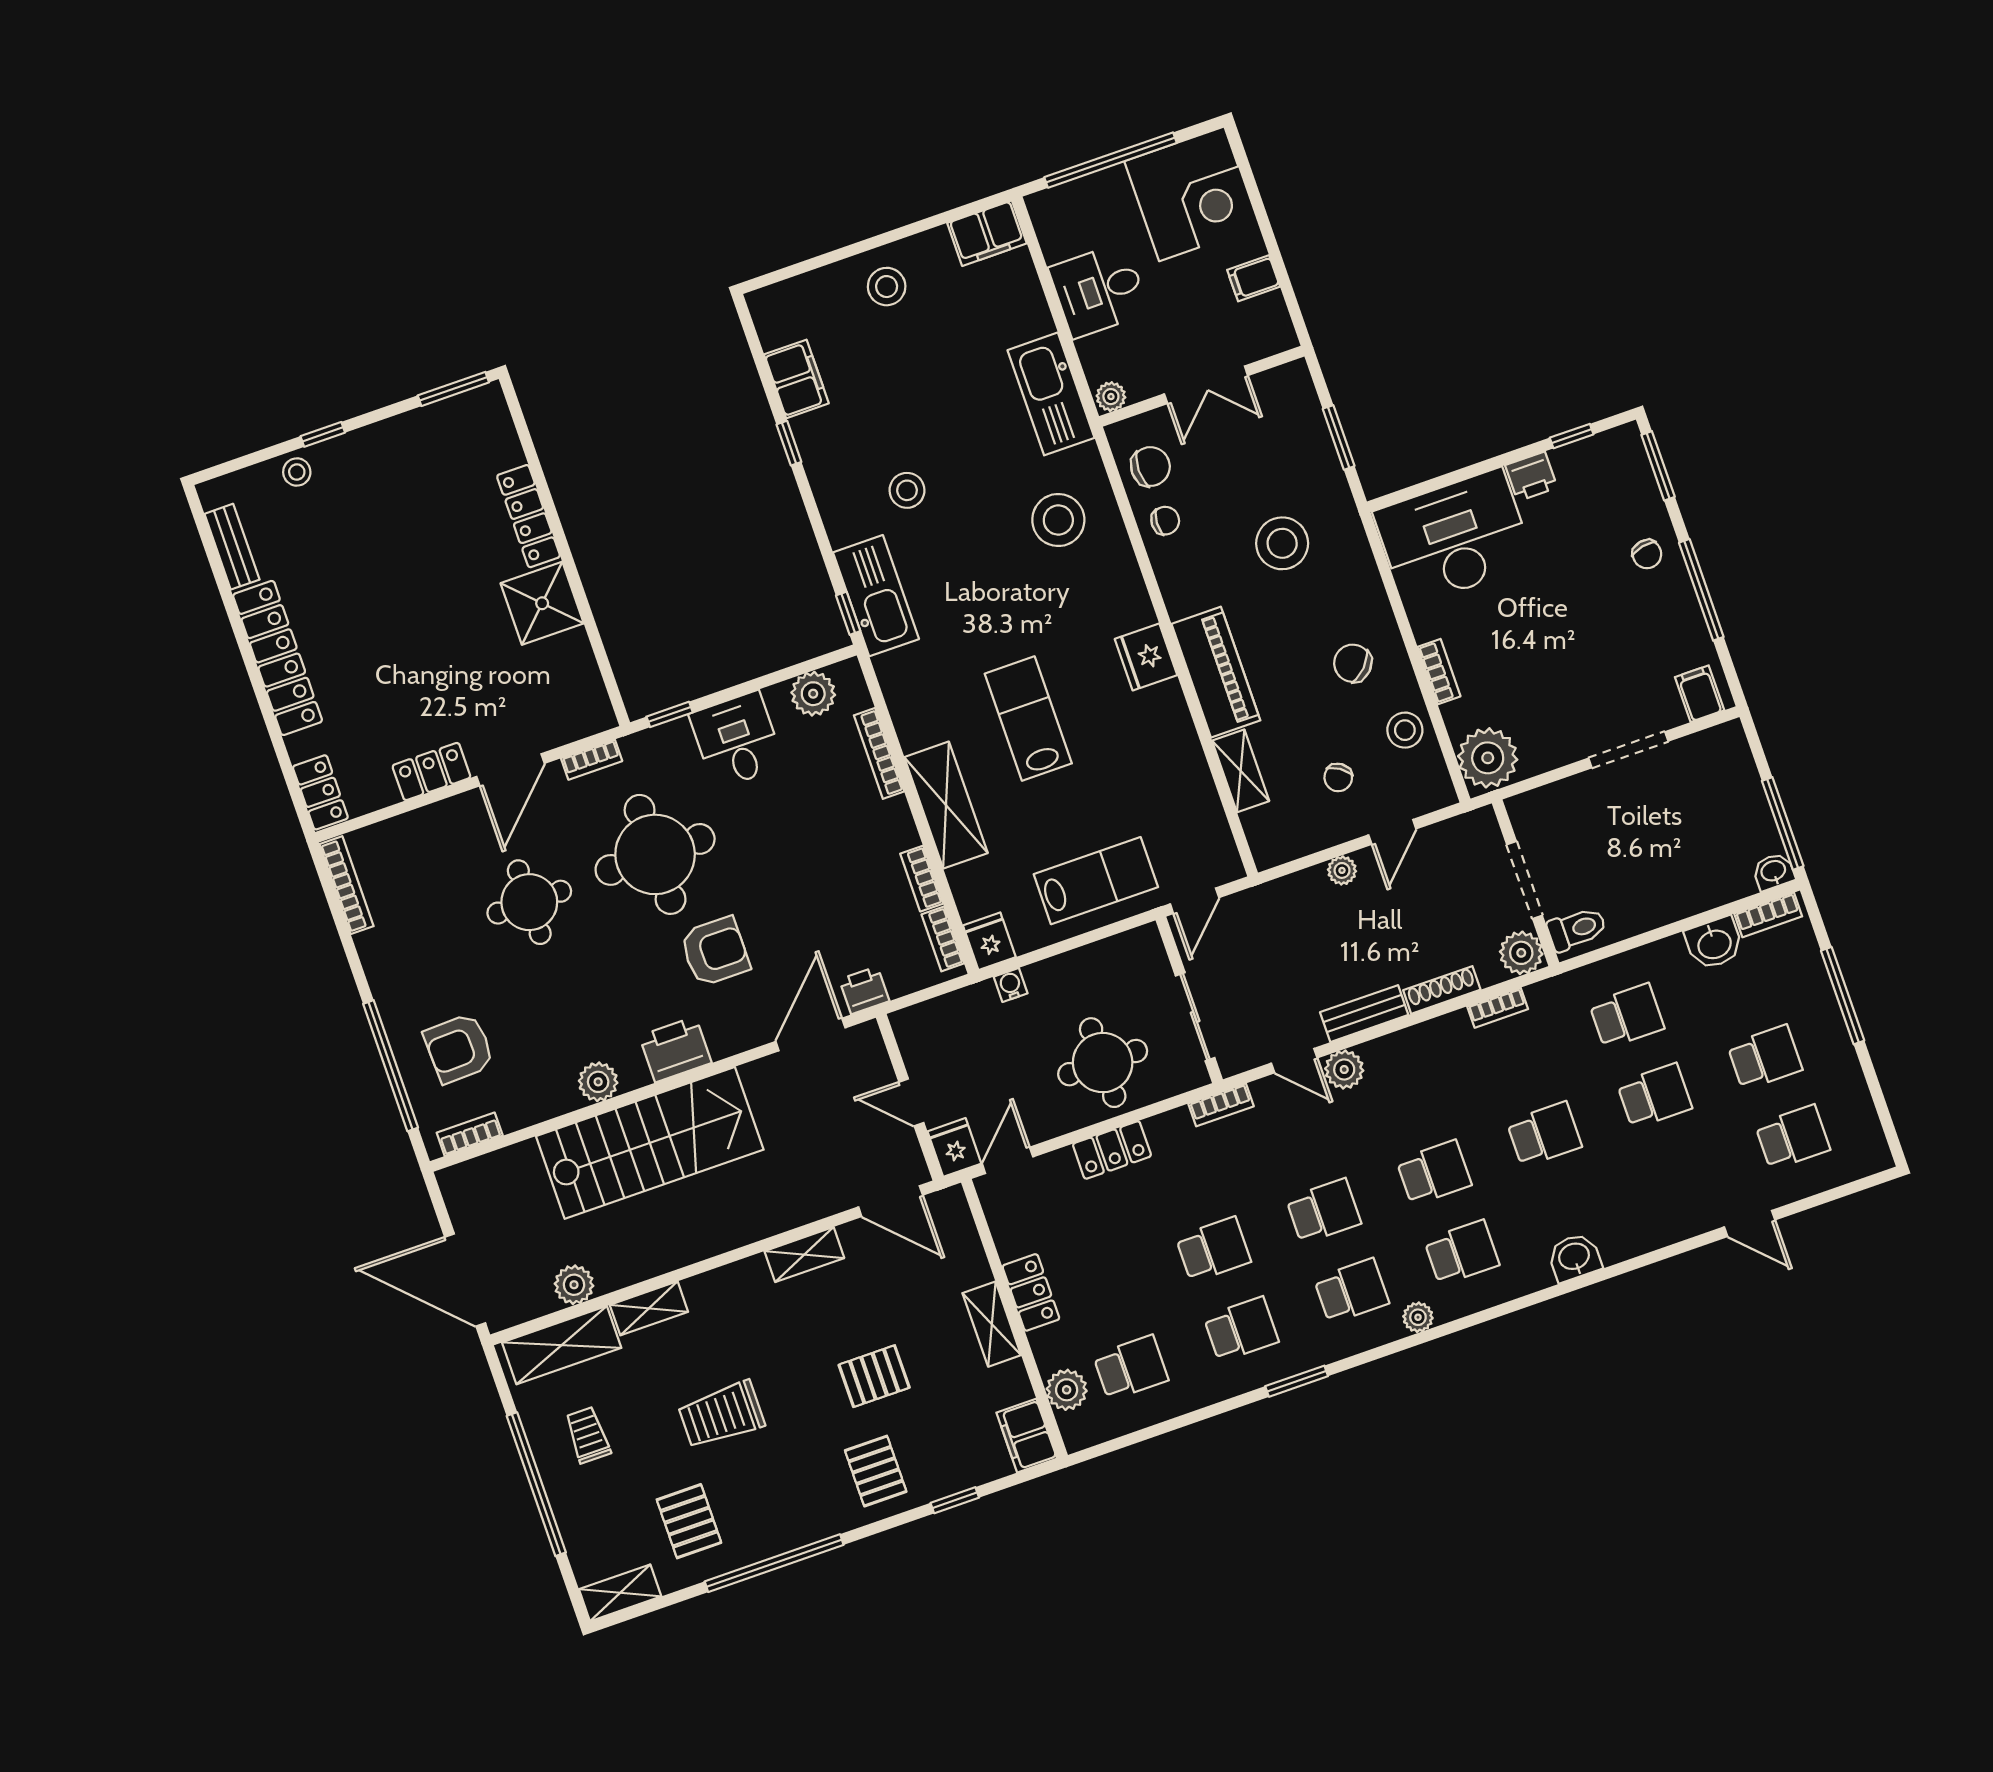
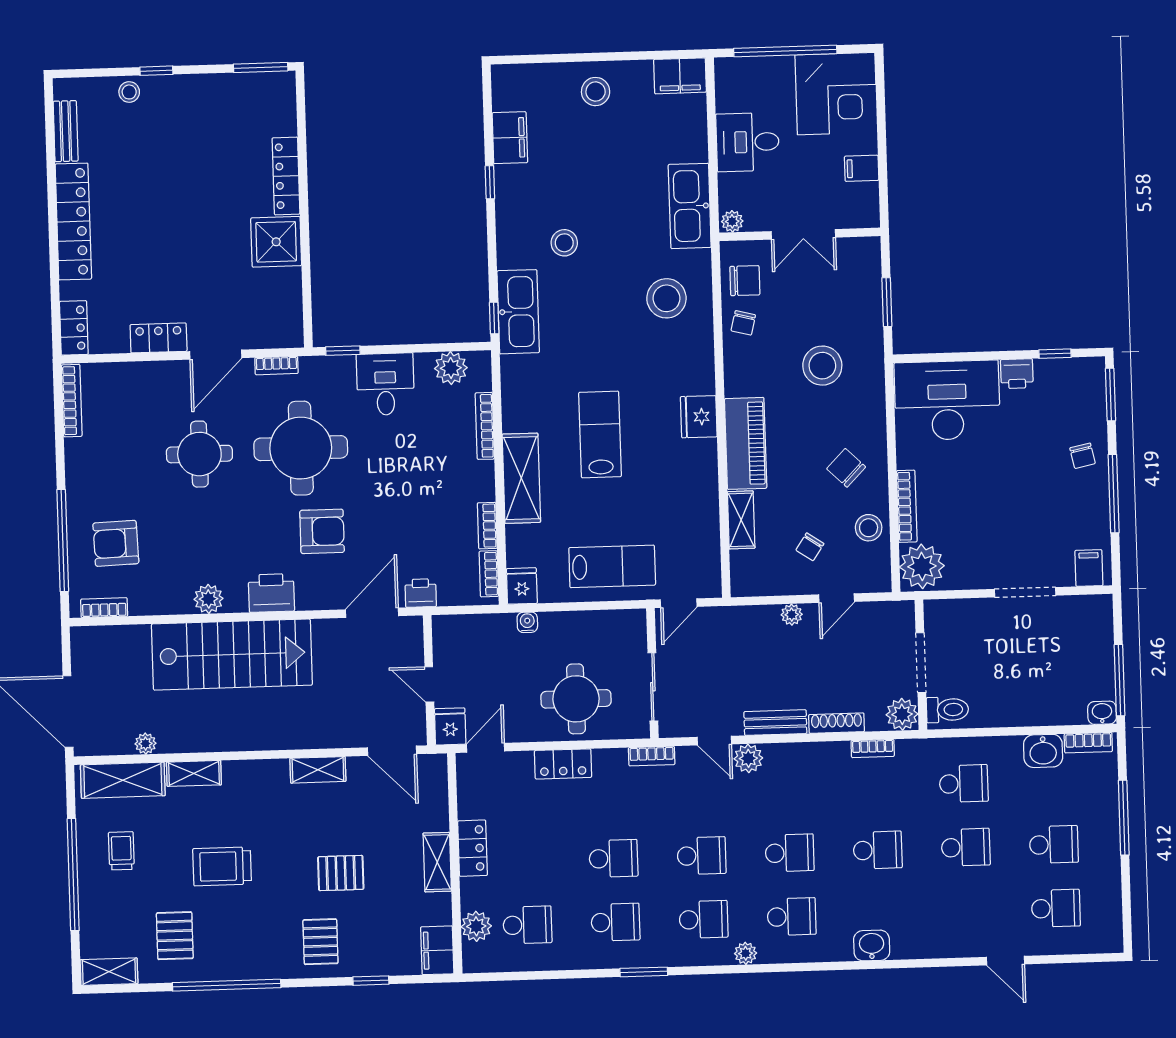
chair: (1165, 521) -> (743, 323), turned 101
bookcase: (1439, 672) -> (907, 506), width x1.56
plant: (574, 1285) -> (145, 744), width x0.73, depth x0.73

